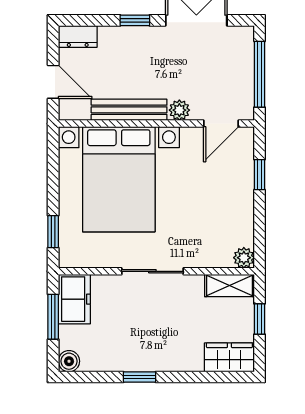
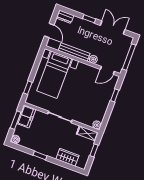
bed with nightstands: (119, 179) -> (54, 75), width x0.73
wardrobe: (229, 357) -> (67, 157), moved

